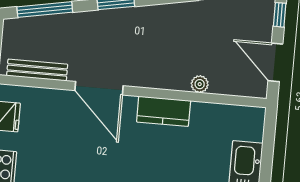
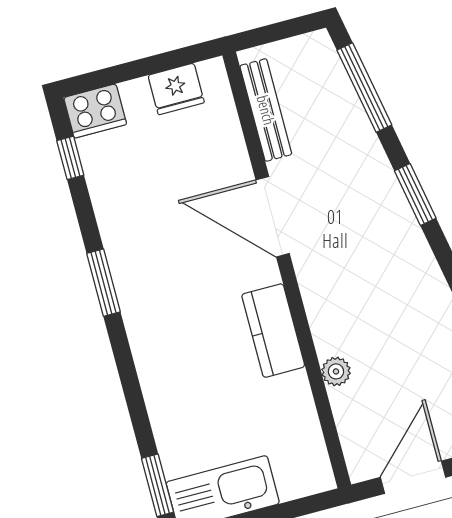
door: (99, 88) -> (273, 217), hinge flipped

